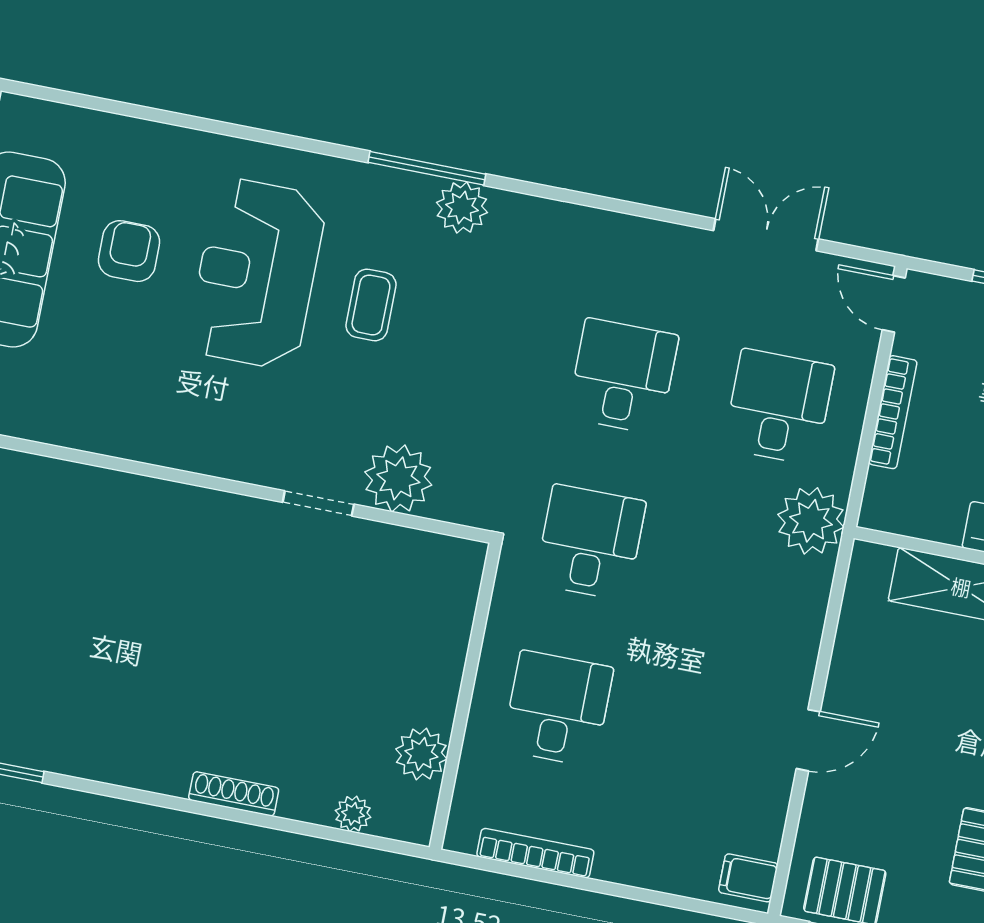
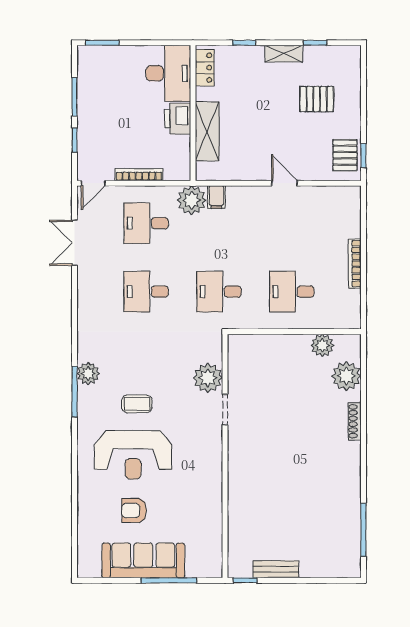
plant: (353, 814) -> (346, 376), width x1.88, depth x1.88
bookcase: (535, 853) -> (355, 264), moved
filing cabinet: (748, 878) -> (216, 197), moved

